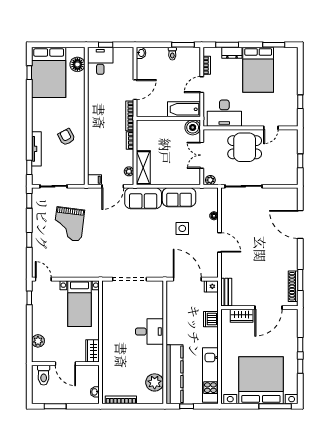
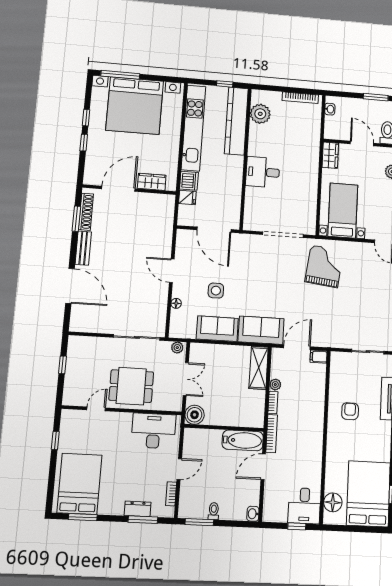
bed: (258, 70) -> (80, 484), moved
bathtub: (184, 109) -> (243, 440), moved
armchair: (66, 137) -> (350, 411), turned -152
plant: (129, 171) -> (275, 384), moved
grand piano: (69, 224) -> (324, 266), moved
fridge: (211, 286) -> (187, 198), moved
bench: (226, 292) -> (83, 248), moved
kitchen unit: (210, 375) -> (193, 128), width x1.36

